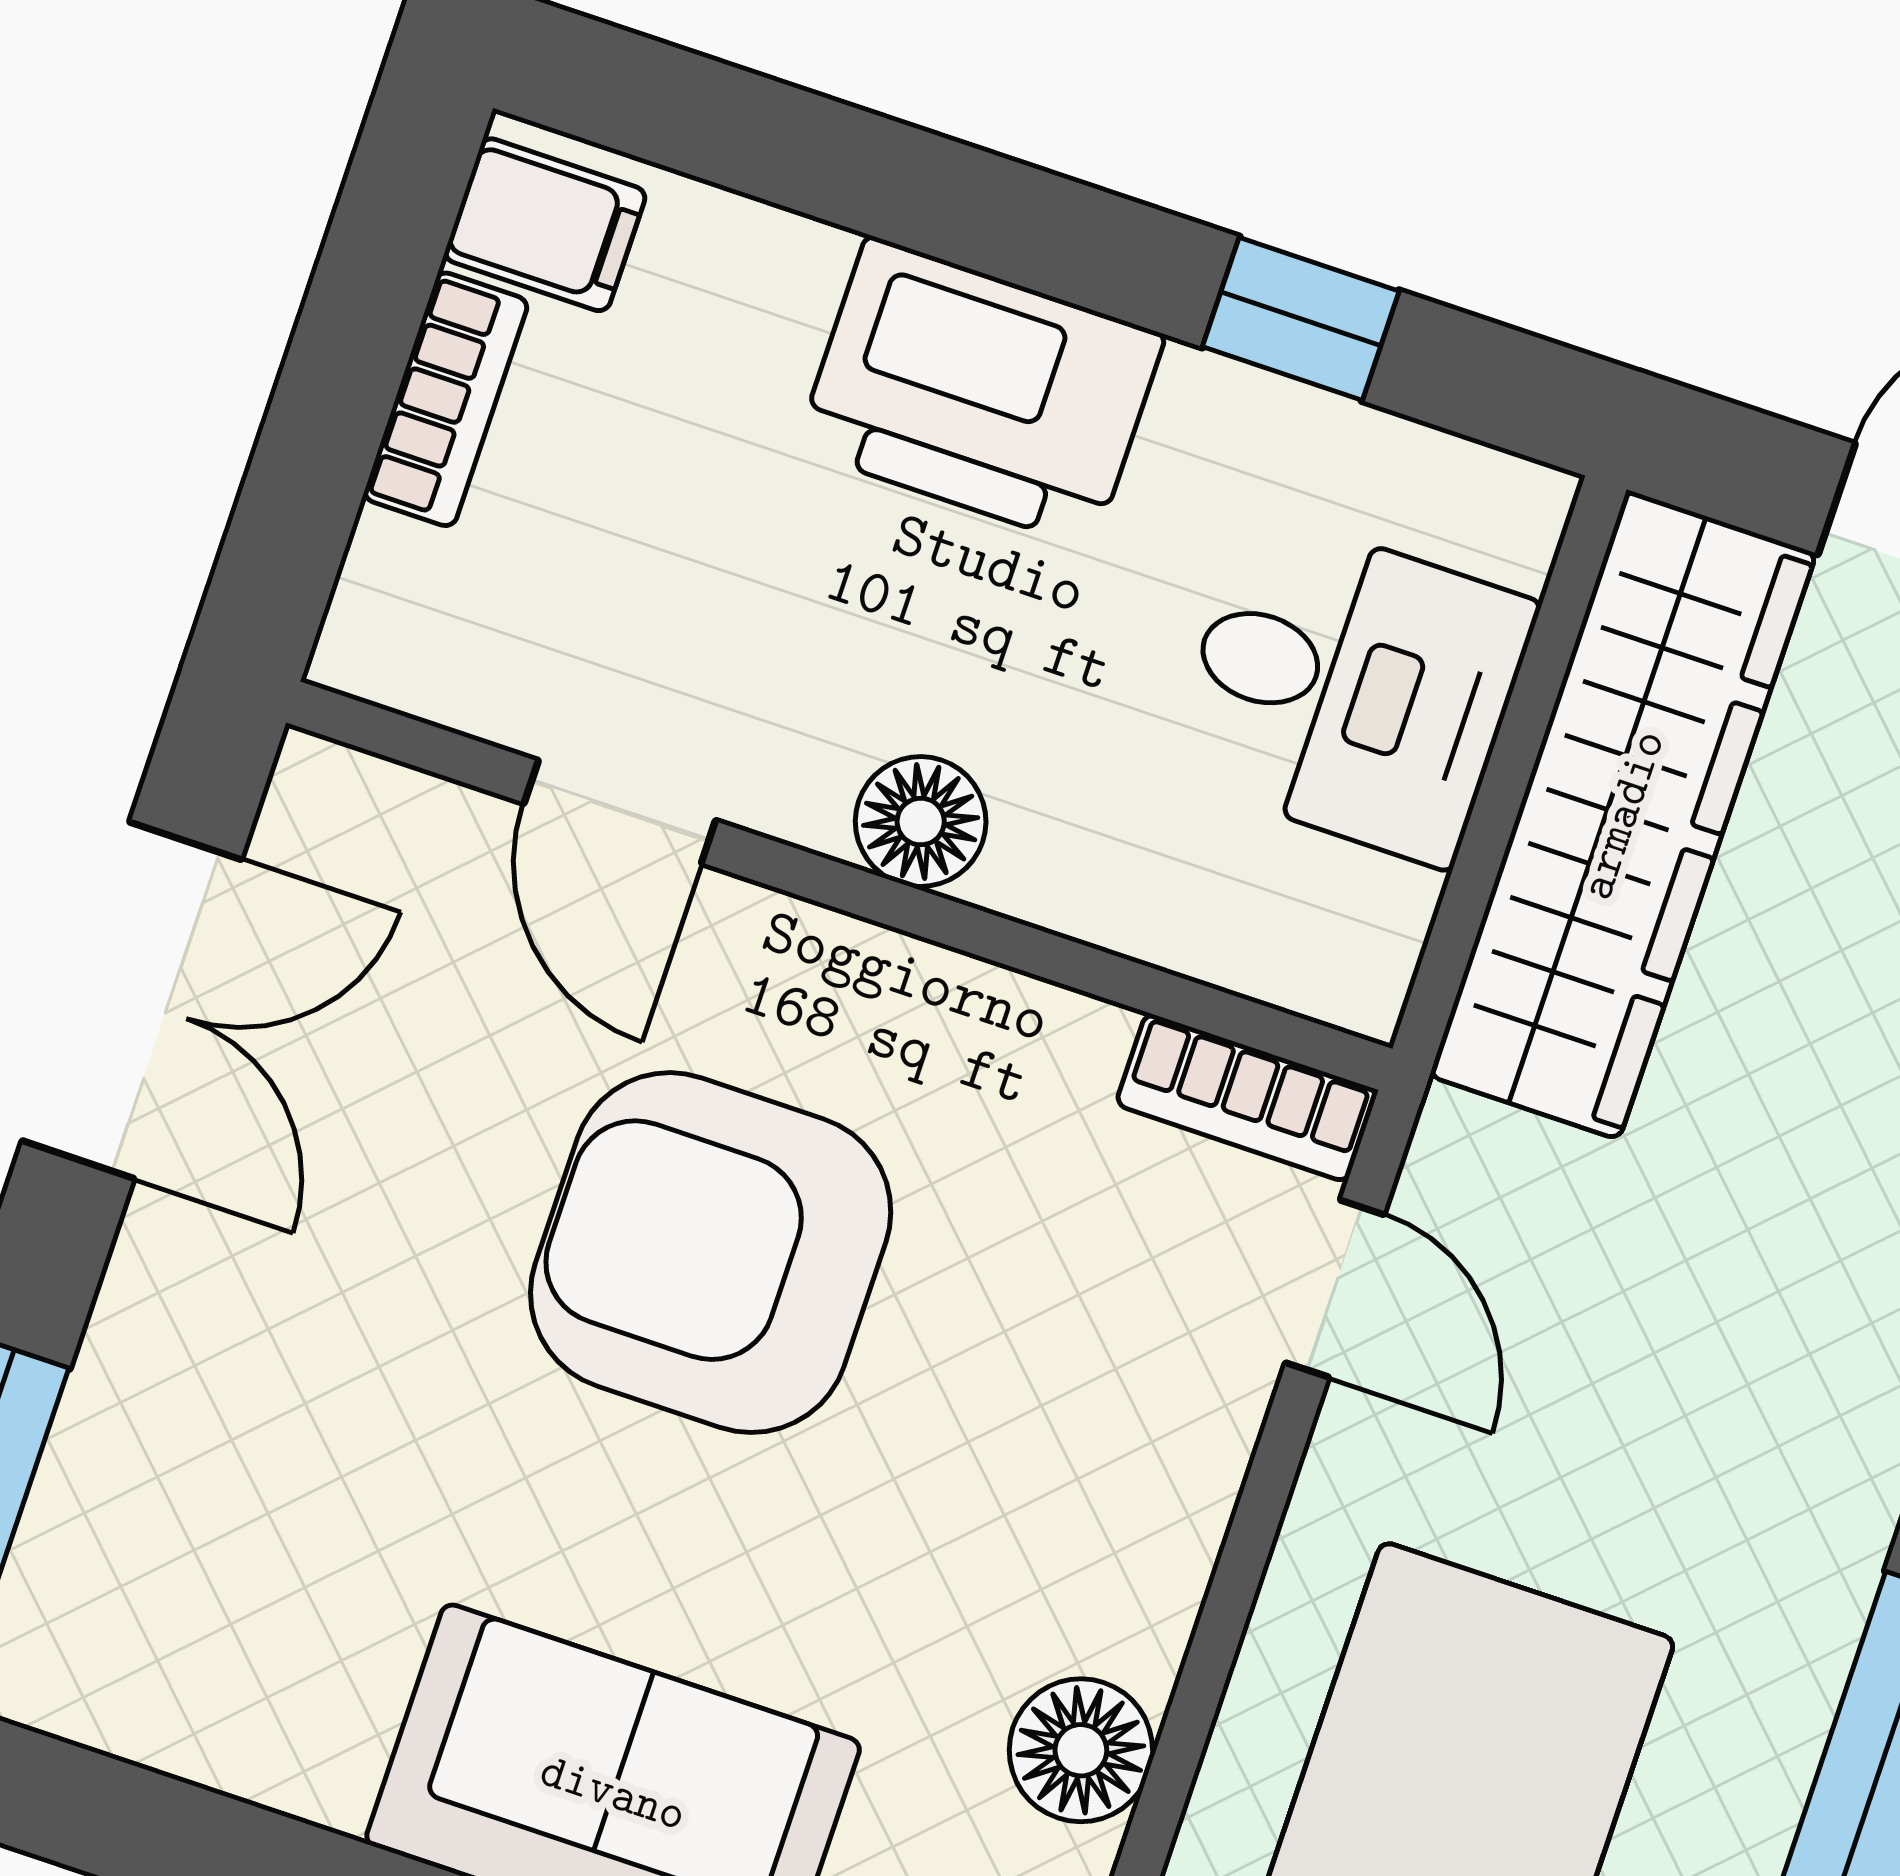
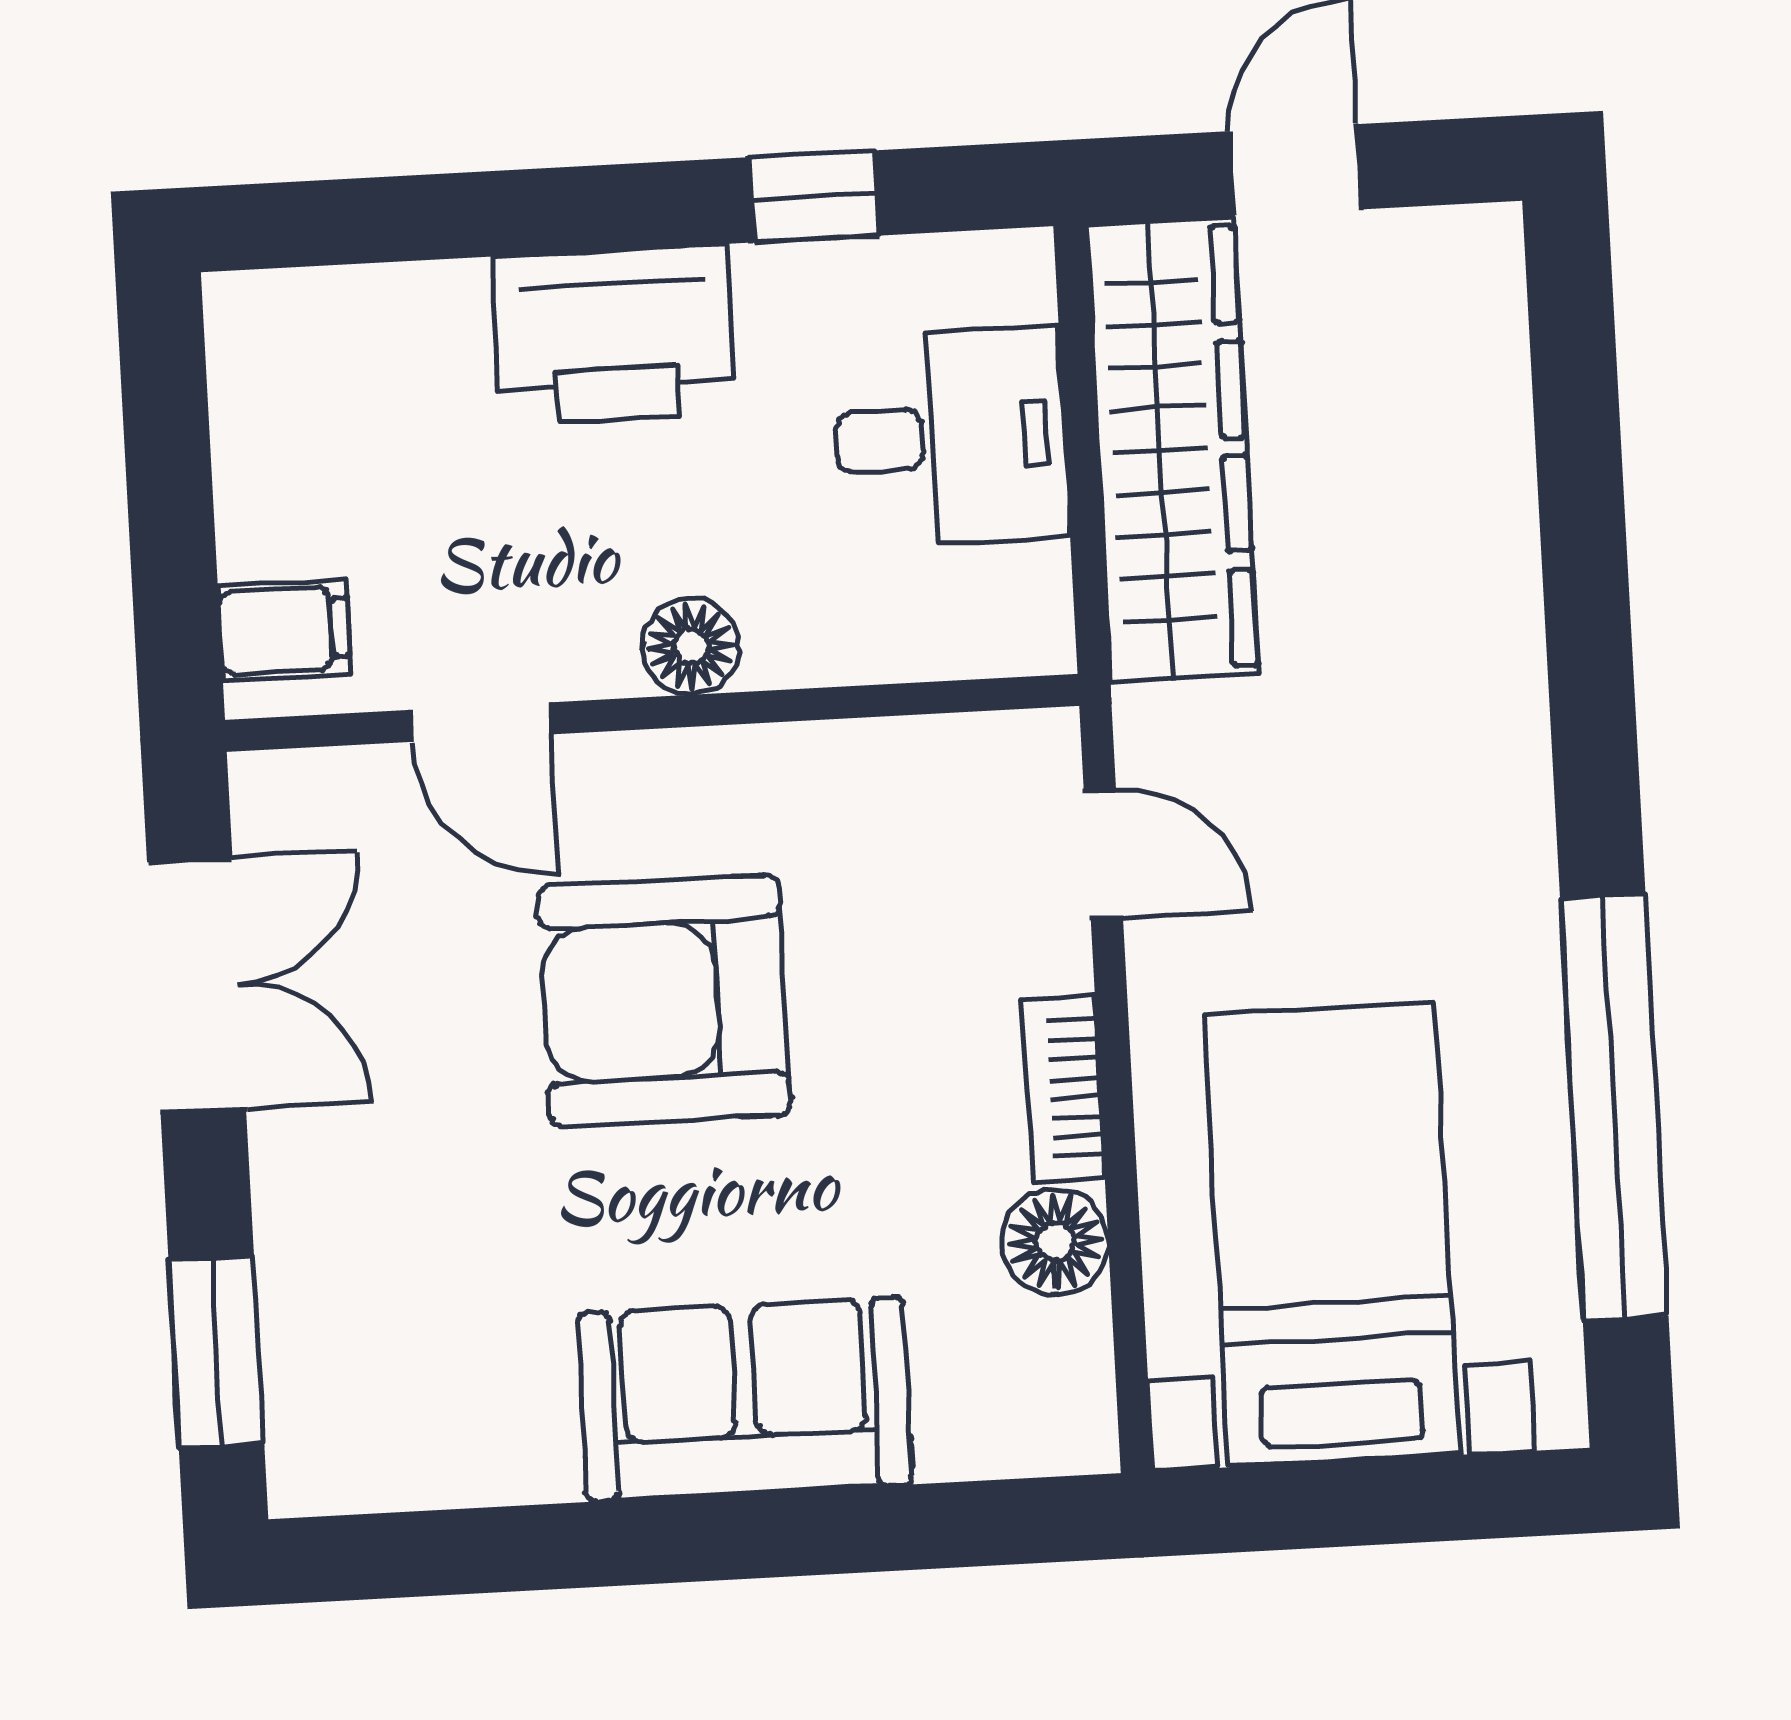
filing cabinet: (545, 225) -> (284, 630), moved
bookcase: (446, 399) -> (248, 486), removed
bookcase: (1247, 1097) -> (1064, 1089), moved, turned 90

